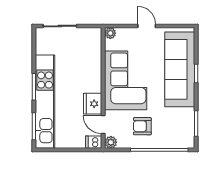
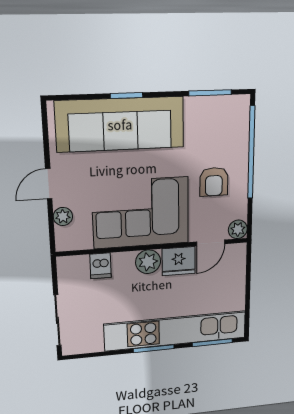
plant: (110, 33) -> (63, 216), moved
plant: (94, 84) -> (148, 262), added
dishwasher: (94, 142) -> (101, 266), moved

